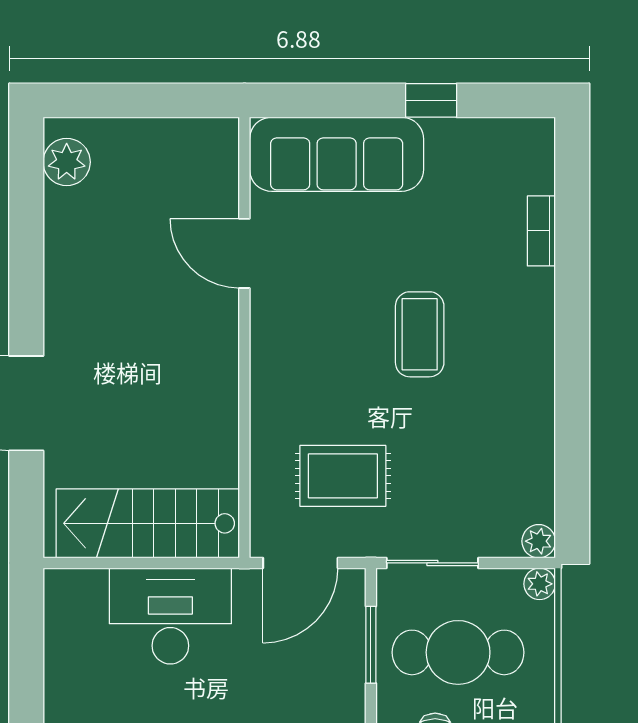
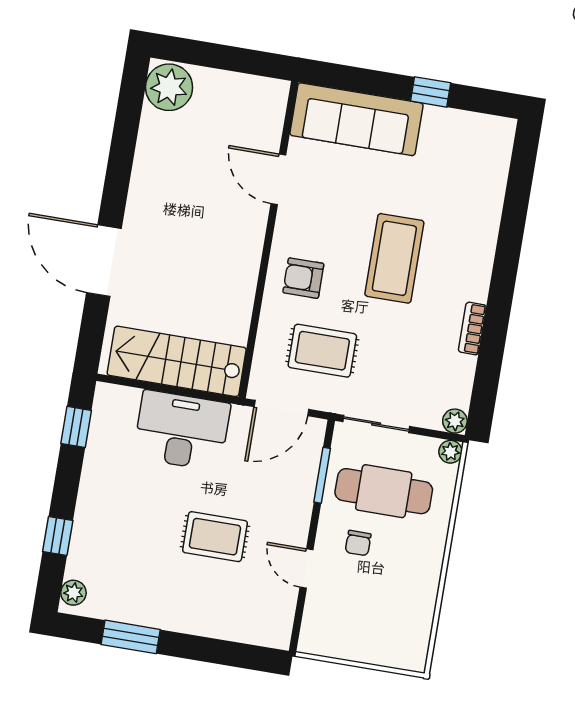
plant: (67, 162) -> (169, 87), width x1.36, depth x1.36
bookcase: (541, 231) -> (472, 329), moved
coffee table: (420, 334) -> (394, 258), width x1.36, depth x1.32
armchair: (301, 382) -> (303, 278), added
window: (26, 635) -> (76, 427), added

